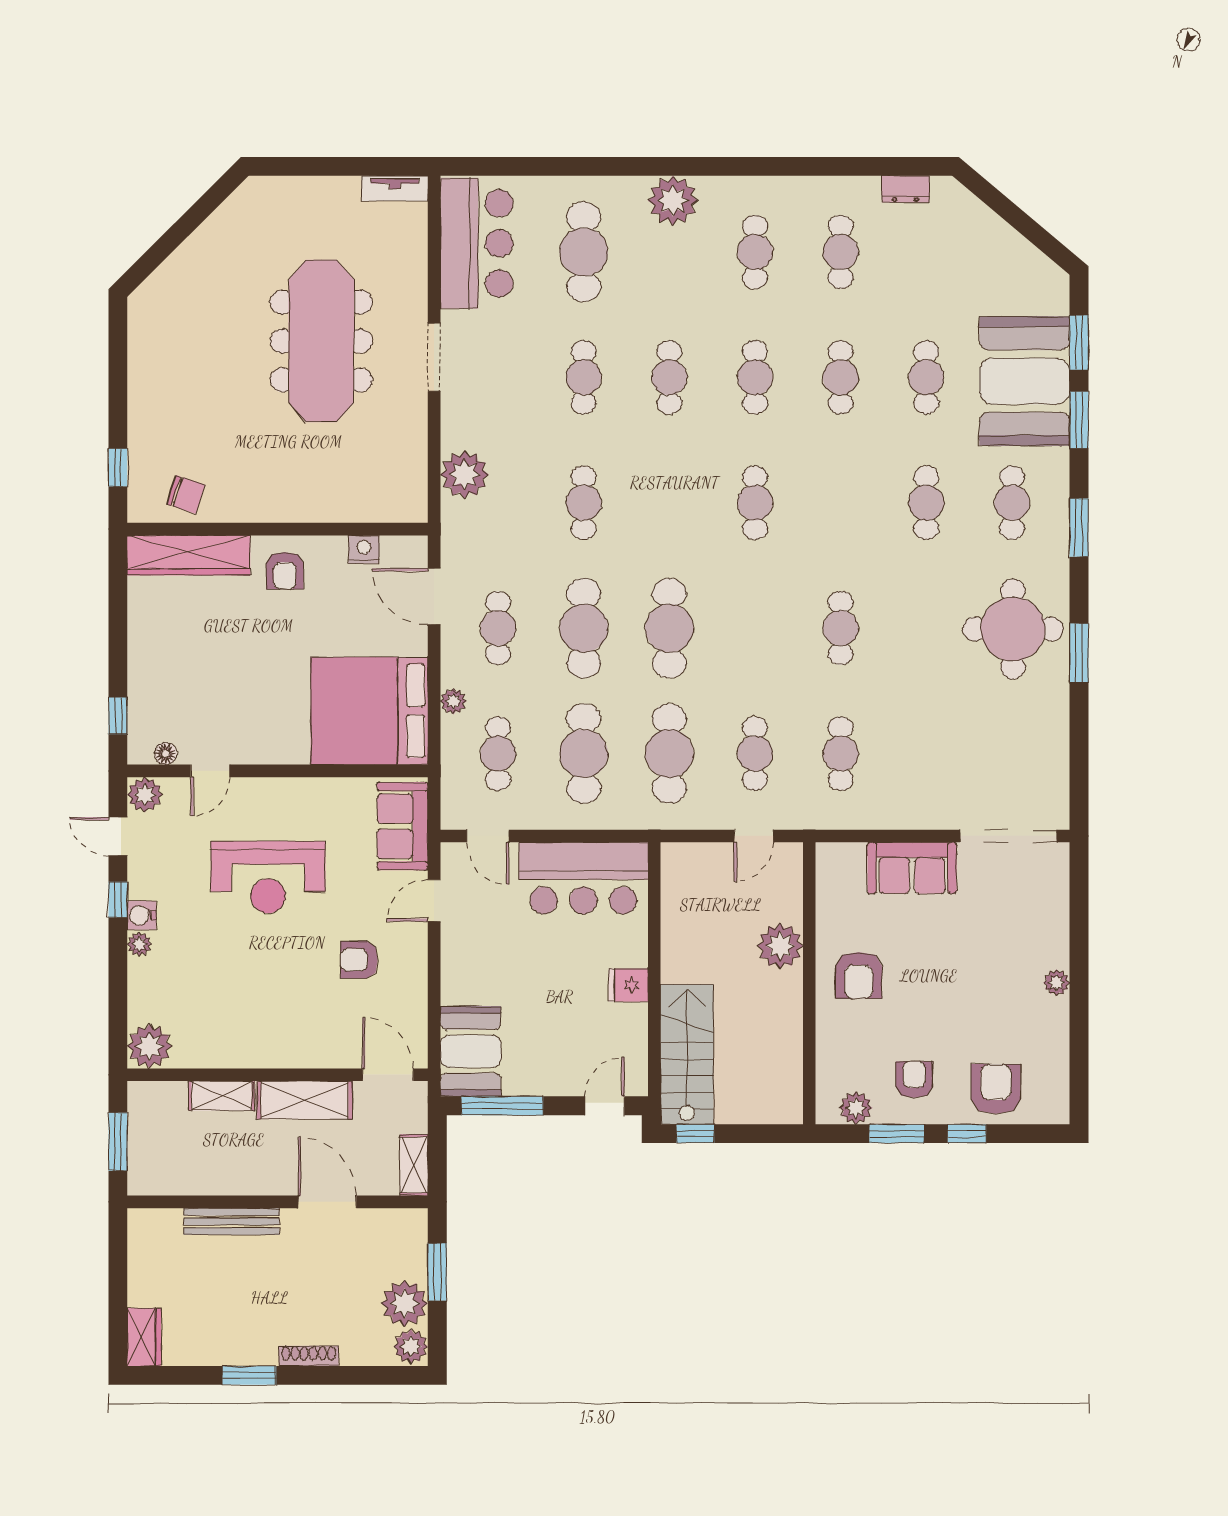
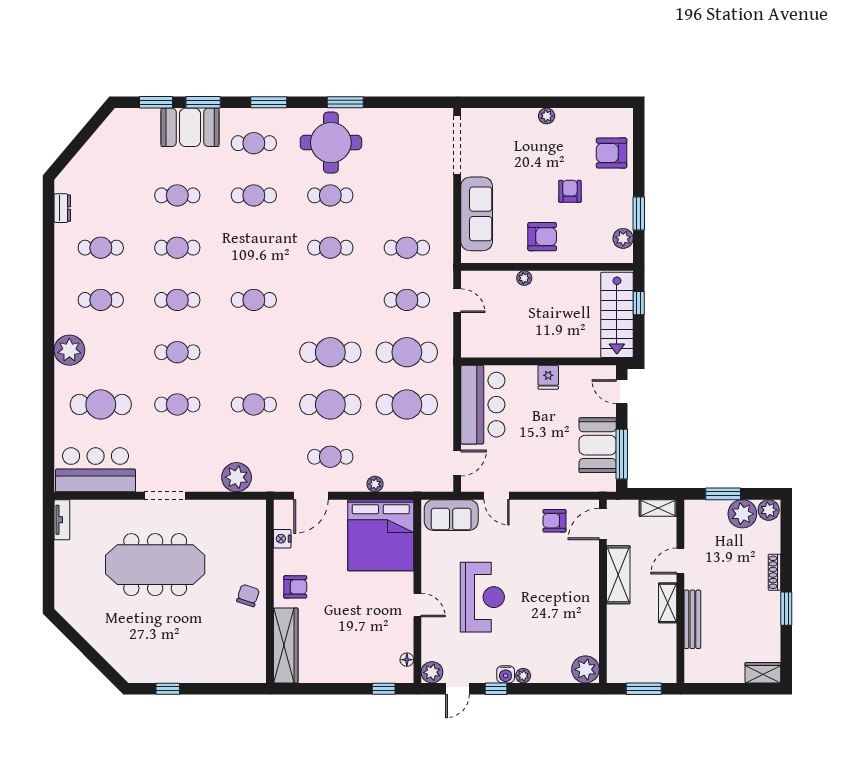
booth: (1024, 381) -> (190, 127), width x0.73, depth x0.70
window: (118, 467) -> (168, 689), moved
chair: (186, 494) -> (248, 595), moved
cafe table: (498, 754) -> (330, 195), moved
door: (210, 771) -> (417, 605), moved
sofa: (912, 868) -> (477, 214), width x1.36
plant: (780, 946) -> (524, 278), width x0.53, depth x0.53
armchair: (359, 960) -> (554, 521), moved, turned 90
booth: (471, 1051) -> (598, 445), moved, turned 90
stairs: (687, 1054) -> (617, 315), moved, turned -90
armchair: (914, 1080) -> (570, 191), moved, turned 90
shelving: (222, 1096) -> (668, 603), moved
window: (695, 1134) -> (639, 303), moved
window: (967, 1134) -> (639, 171), removed
door: (327, 1202) -> (680, 561), width x0.73

